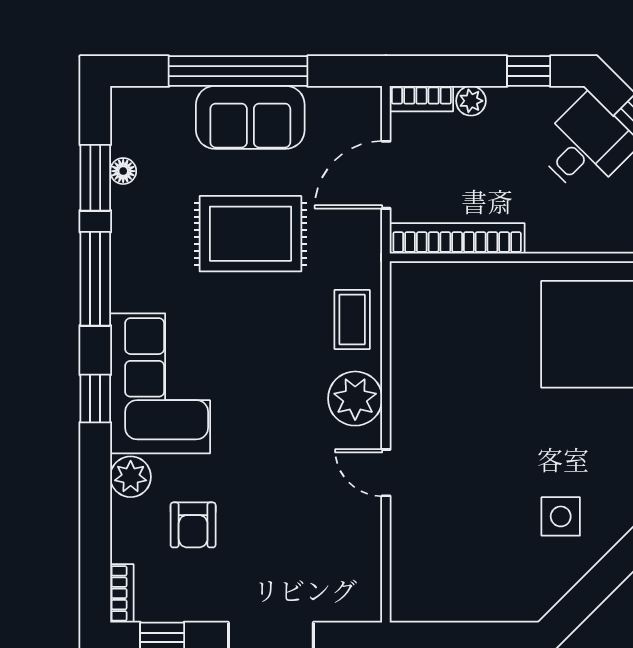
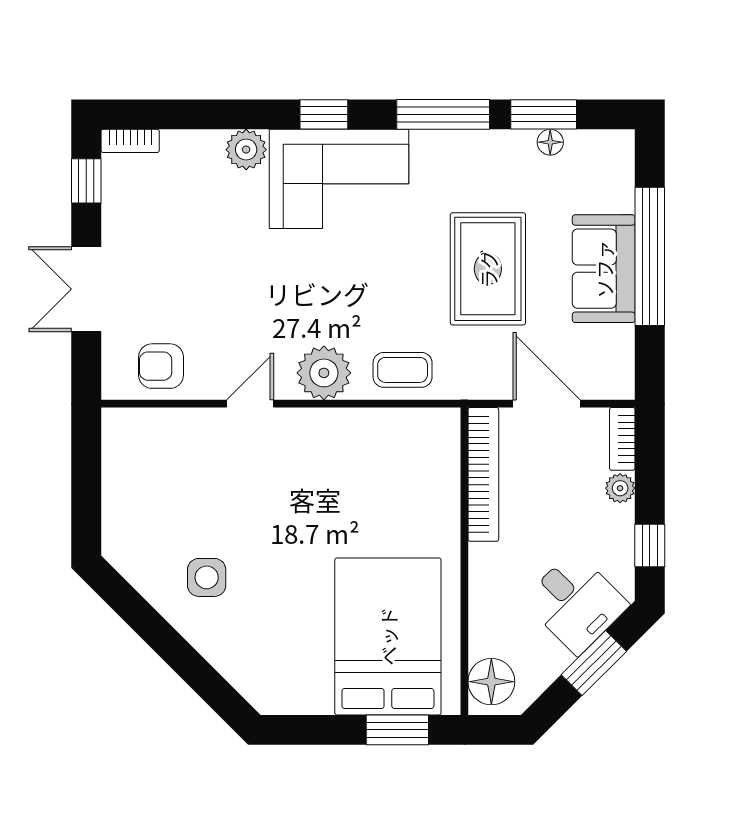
armchair: (193, 525) -> (161, 366), moved

